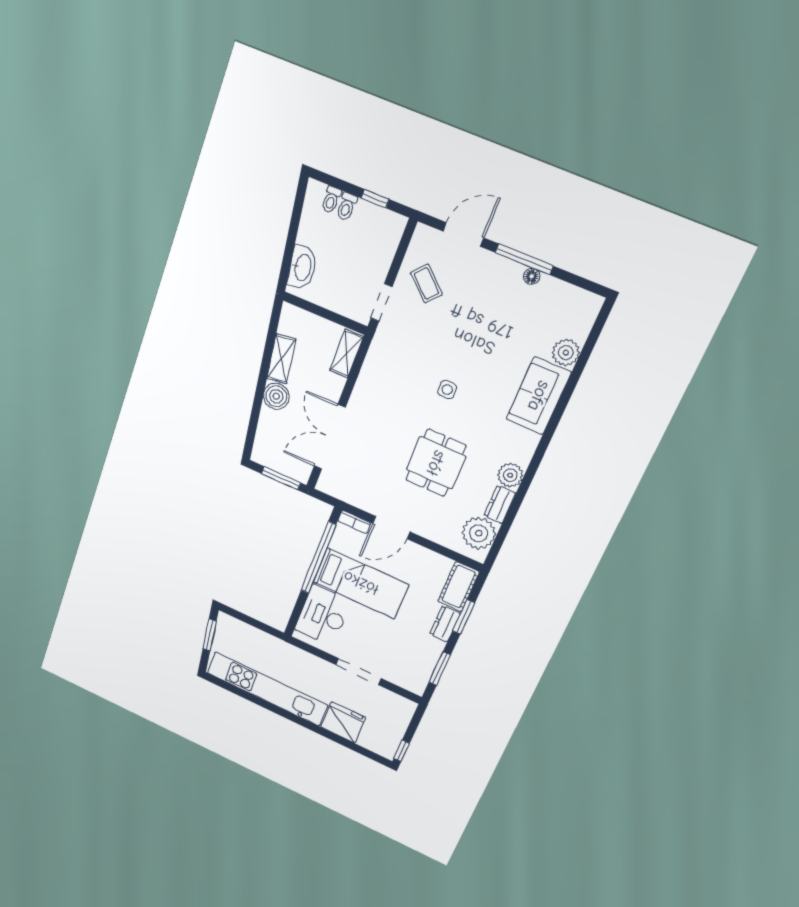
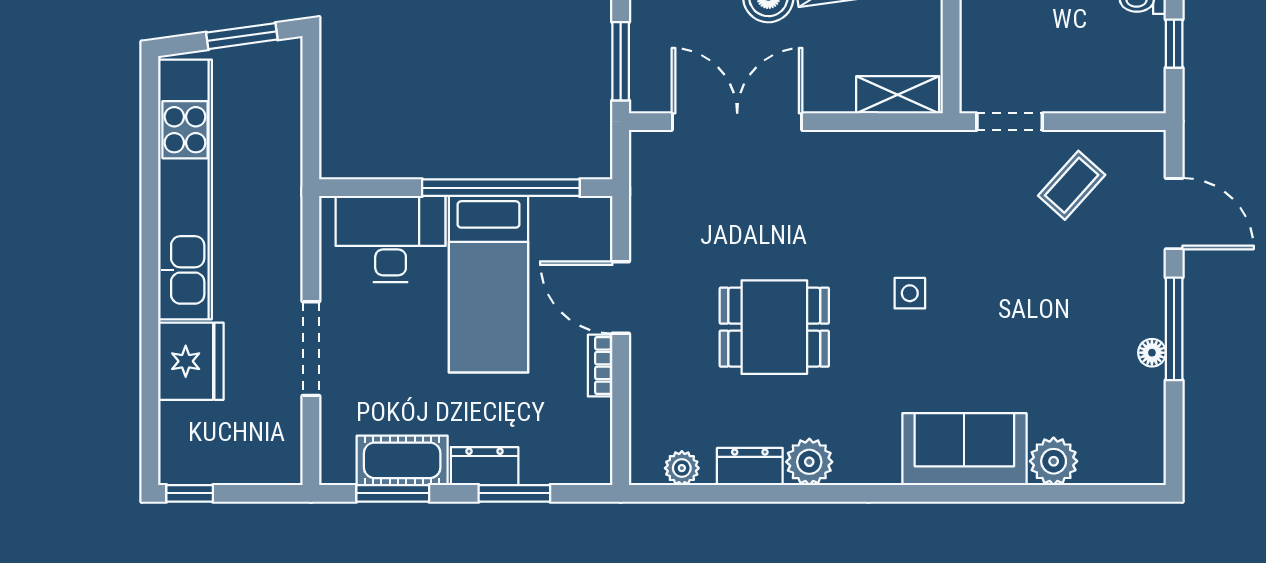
bookcase: (354, 522) -> (600, 366), moved
plant: (479, 533) -> (682, 468), width x0.53, depth x0.53
cot: (459, 587) -> (402, 460), moved

